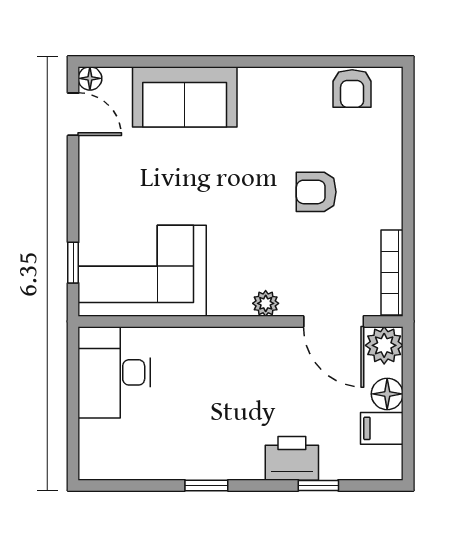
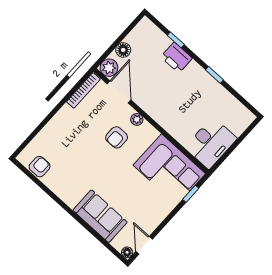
armchair: (316, 192) -> (117, 137), moved, turned 90
filing cabinet: (382, 428) -> (136, 40), removed

